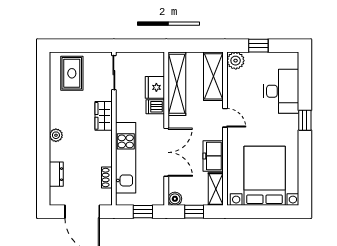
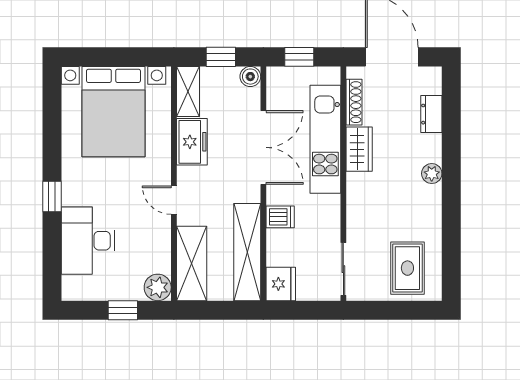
fridge: (155, 87) -> (281, 284), moved
wardrobe: (104, 116) -> (359, 149), moved
double door: (166, 152) -> (263, 147), swing flipped
shoe rack: (107, 177) -> (354, 102), width x1.43

